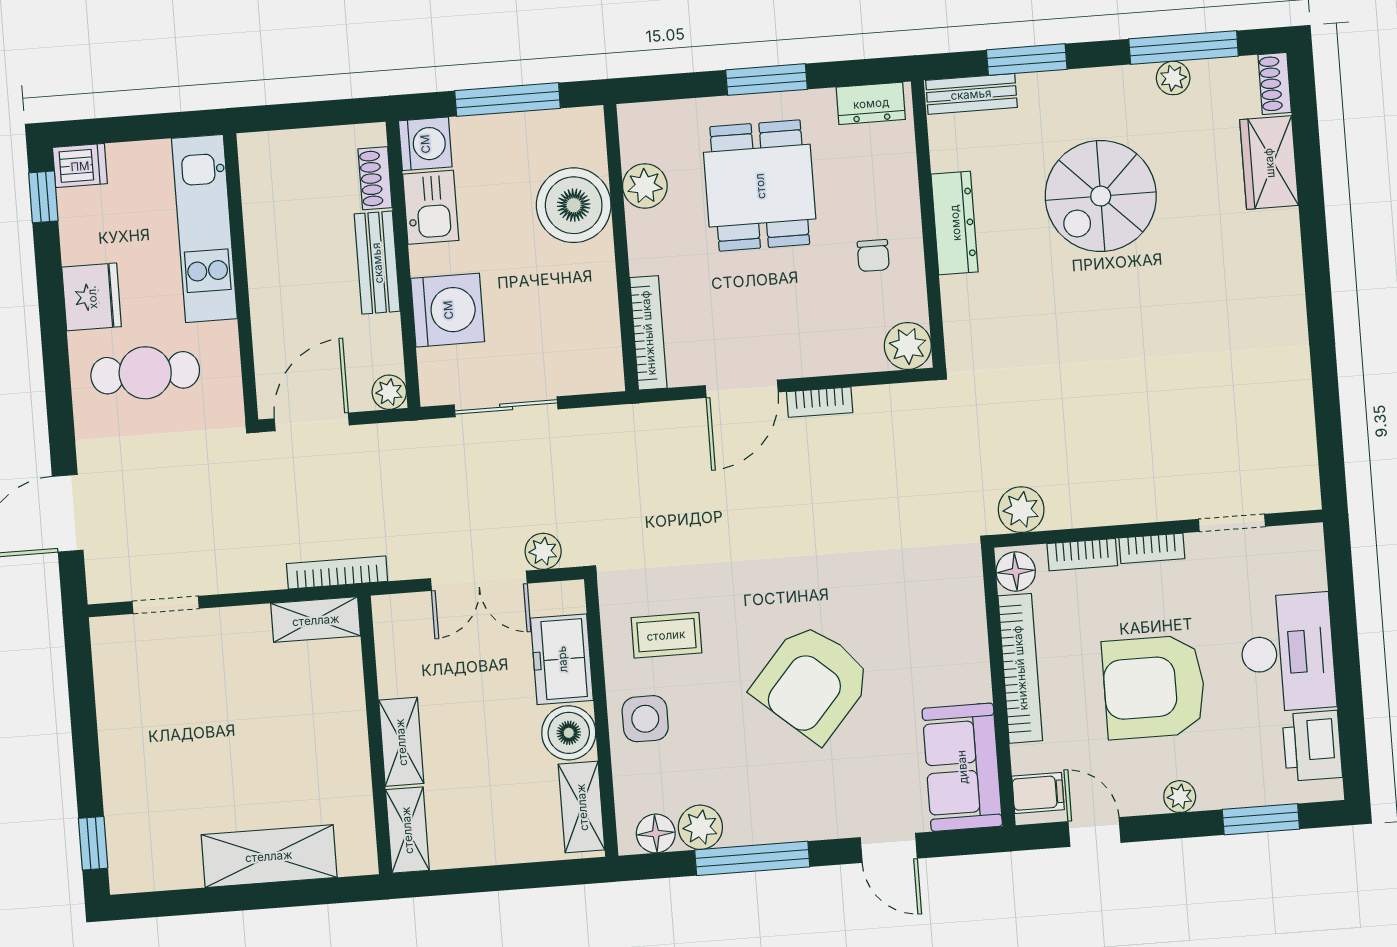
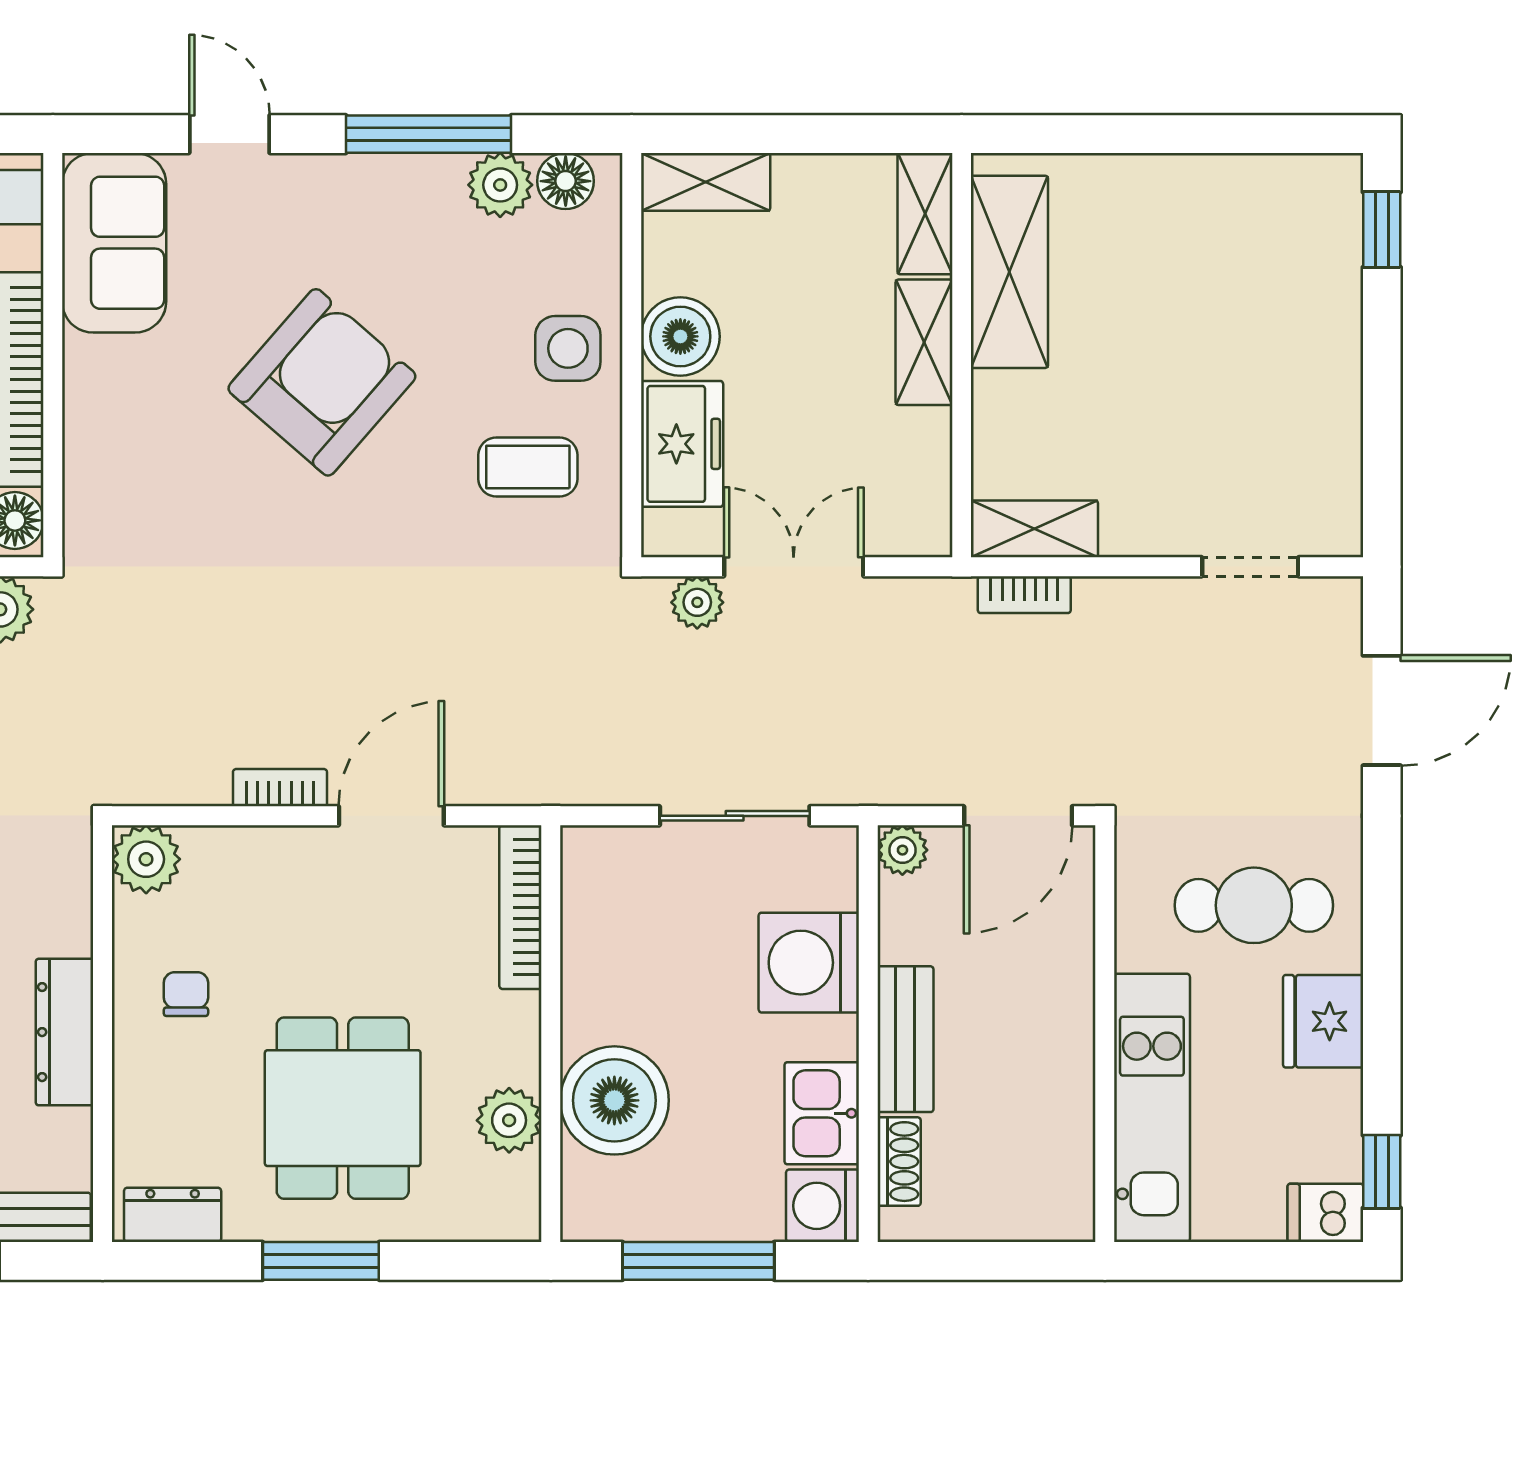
bookcase: (337, 572) -> (1024, 595), width x0.64
shelving: (582, 807) -> (706, 182), moved, turned 90
shelving: (269, 856) -> (1009, 272), moved, turned 90

